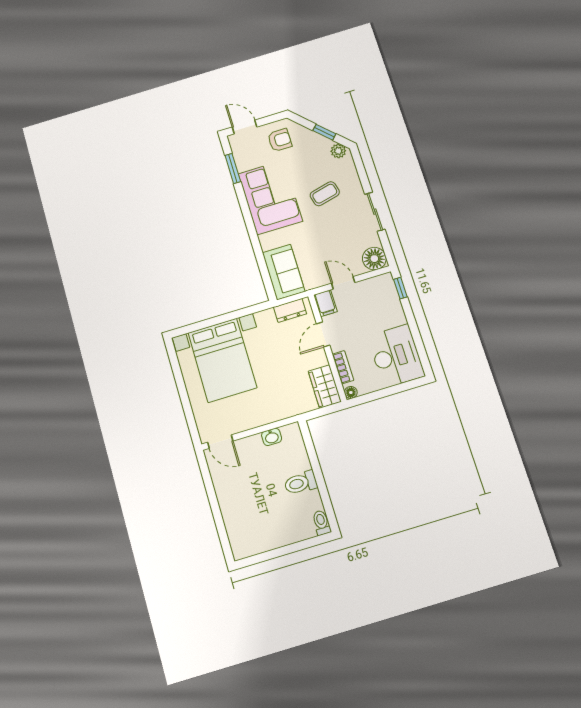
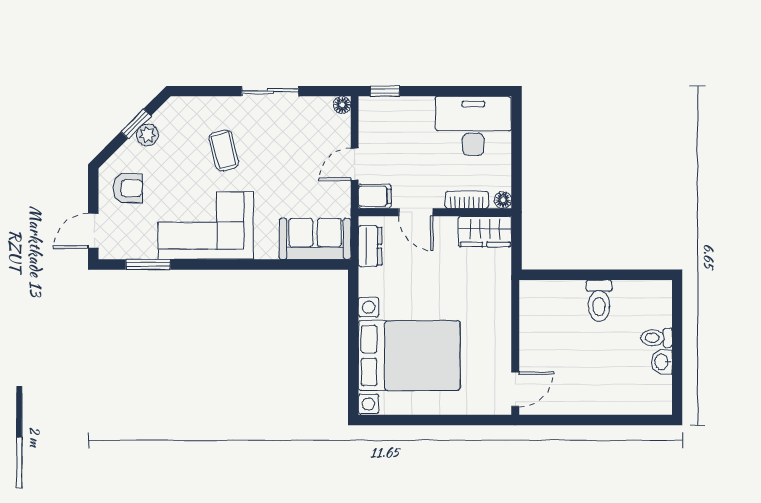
armchair: (280, 140) -> (128, 188), turned 90
plant: (338, 151) -> (147, 135), moved
floor lamp: (374, 259) -> (342, 105), width x0.53, depth x0.53
washbasin: (272, 437) -> (662, 362), moved, turned 180
toilet: (321, 523) -> (657, 338), moved

